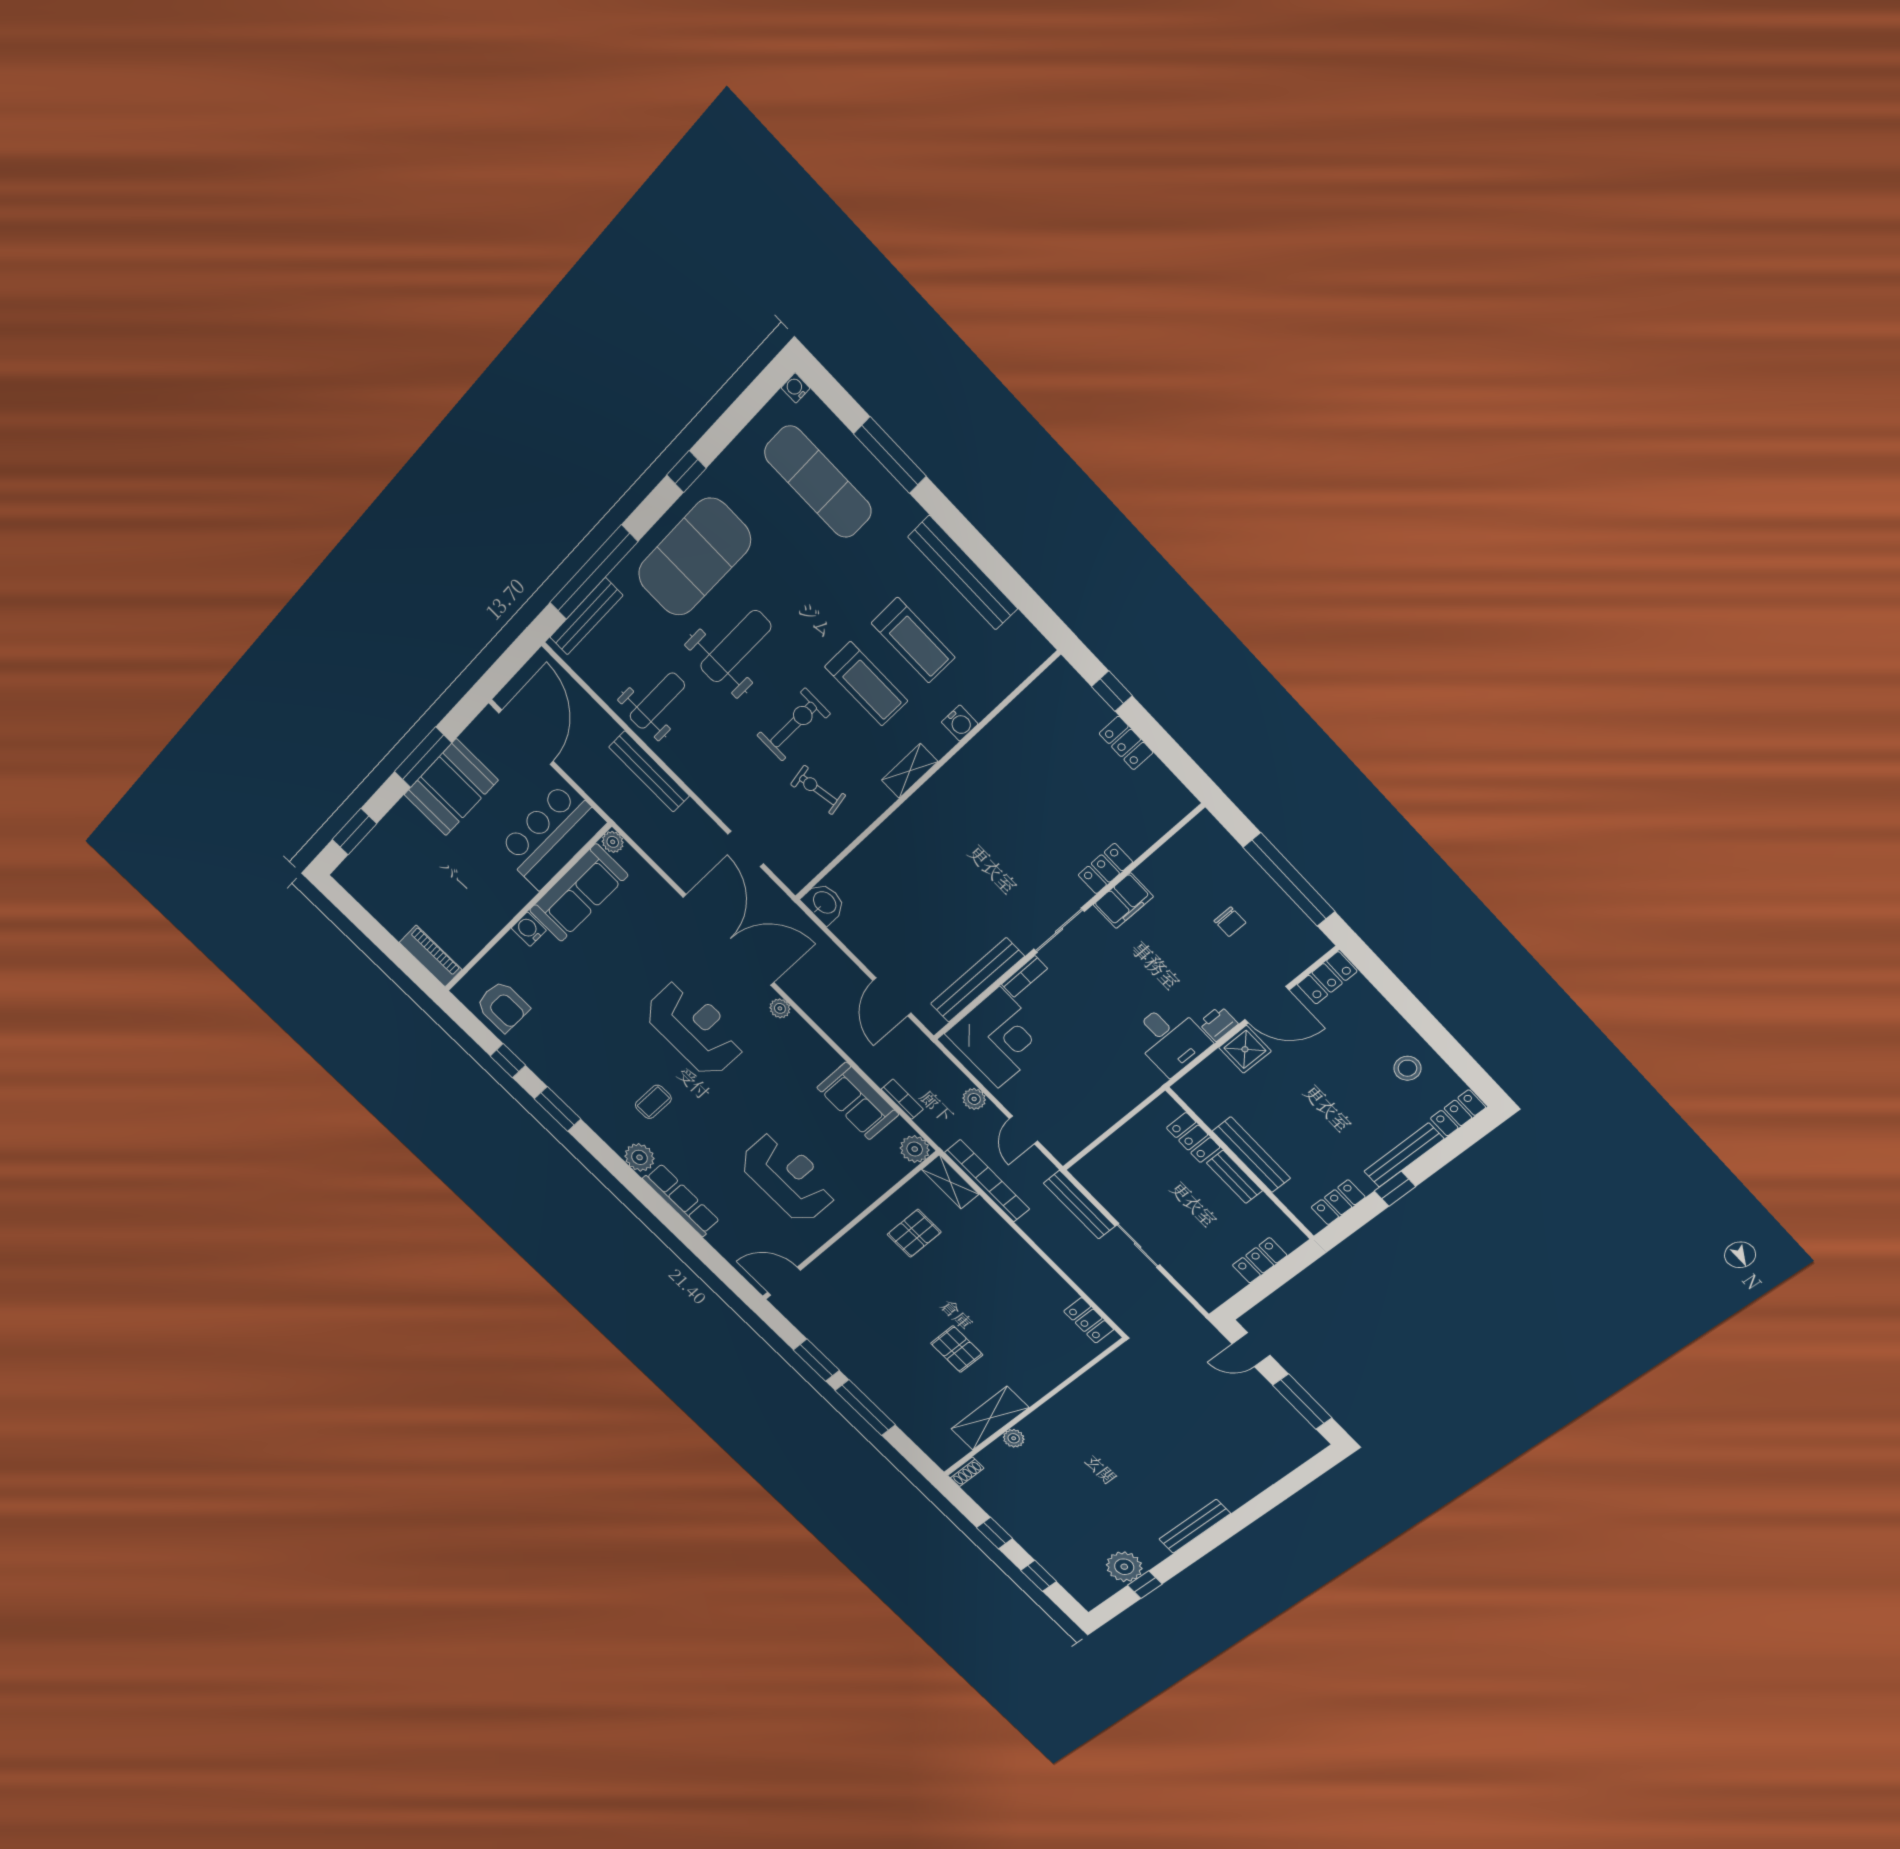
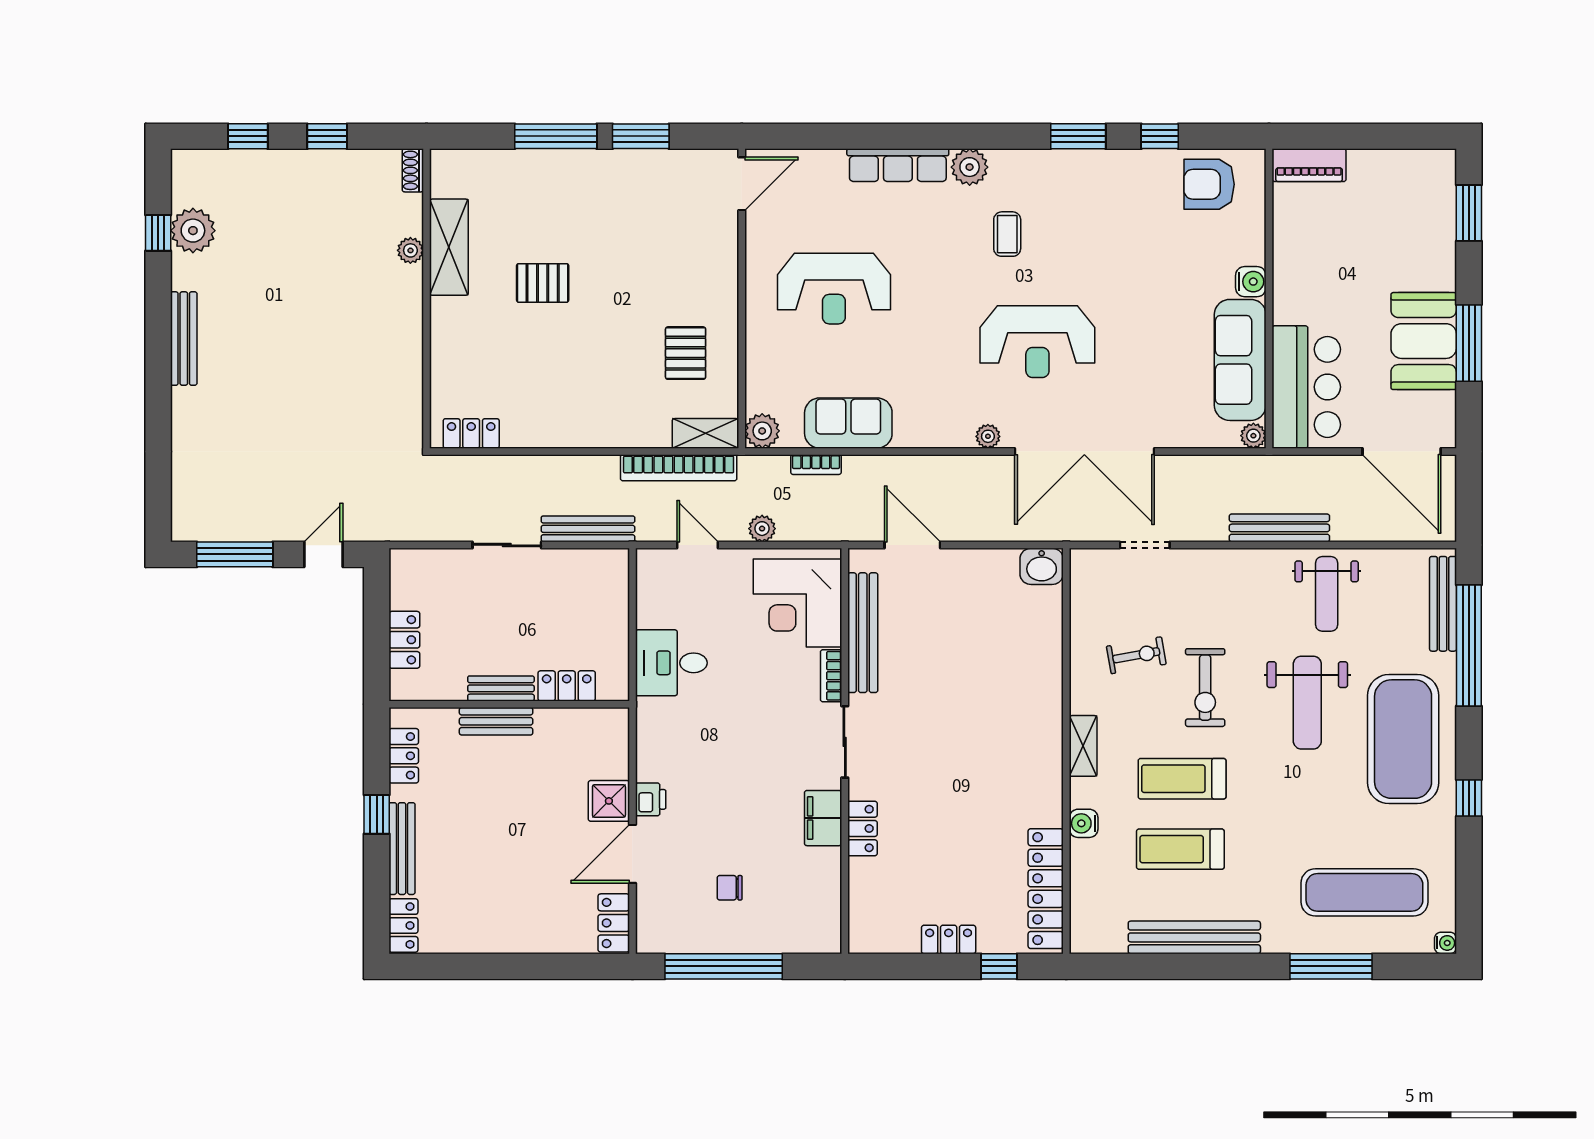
locker: (1028, 708) -> (1046, 889), added
desk: (1170, 1039) -> (671, 663), moved
stool: (1407, 1068) -> (479, 919), removed
bench: (1251, 1155) -> (496, 721), width x0.73

